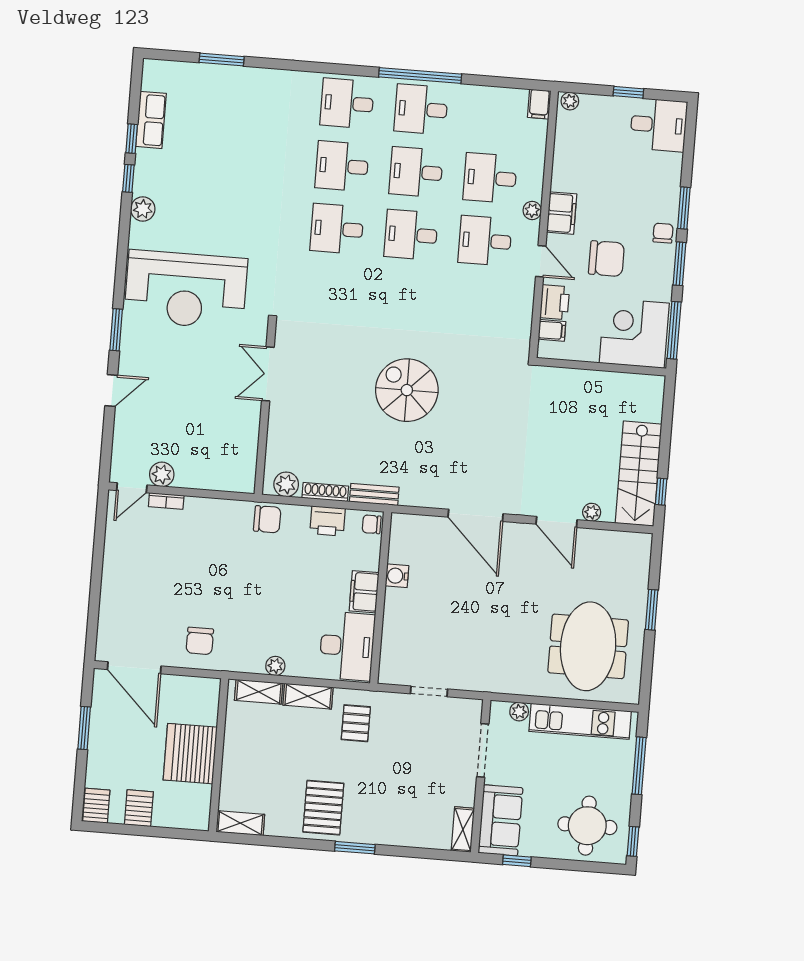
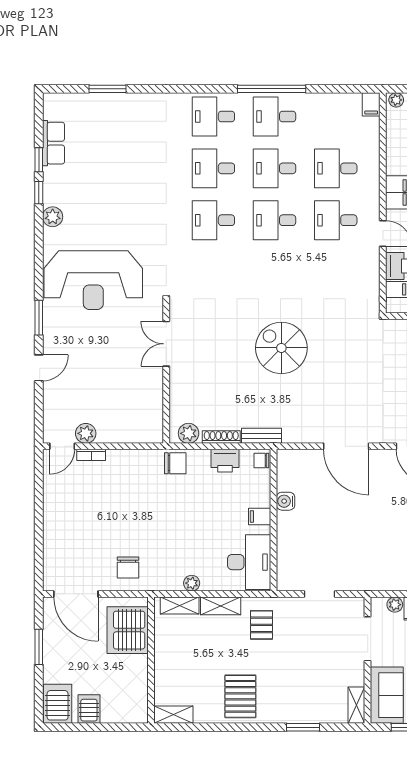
plant: (532, 210) -> (372, 192), removed
filing cabinet: (364, 592) -> (260, 516), width x0.50
server rack: (190, 754) -> (128, 630), moved
server rack: (96, 806) -> (58, 704), width x1.36, depth x1.44
window: (355, 848) -> (303, 727), moved

